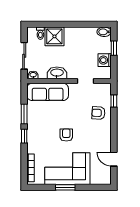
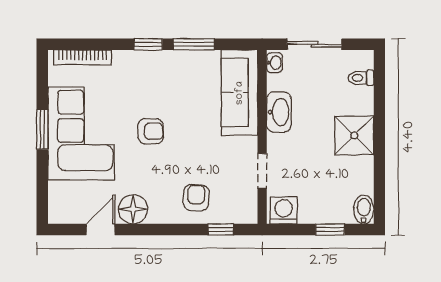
shower: (54, 36) -> (354, 135), moved
washing machine: (105, 60) -> (284, 210), moved
floor lamp: (104, 143) -> (133, 209), added

